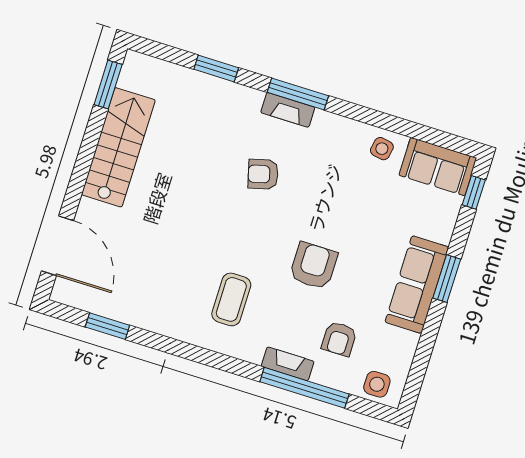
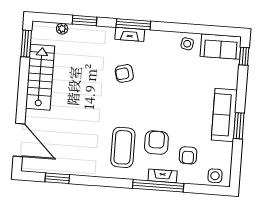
plant: (175, 73) -> (62, 29), added
armchair: (313, 266) -> (156, 142), moved
window: (447, 279) -> (239, 126), moved
coffee table: (231, 299) -> (123, 147), width x1.36, depth x1.32
window: (304, 388) -> (158, 186), moved

